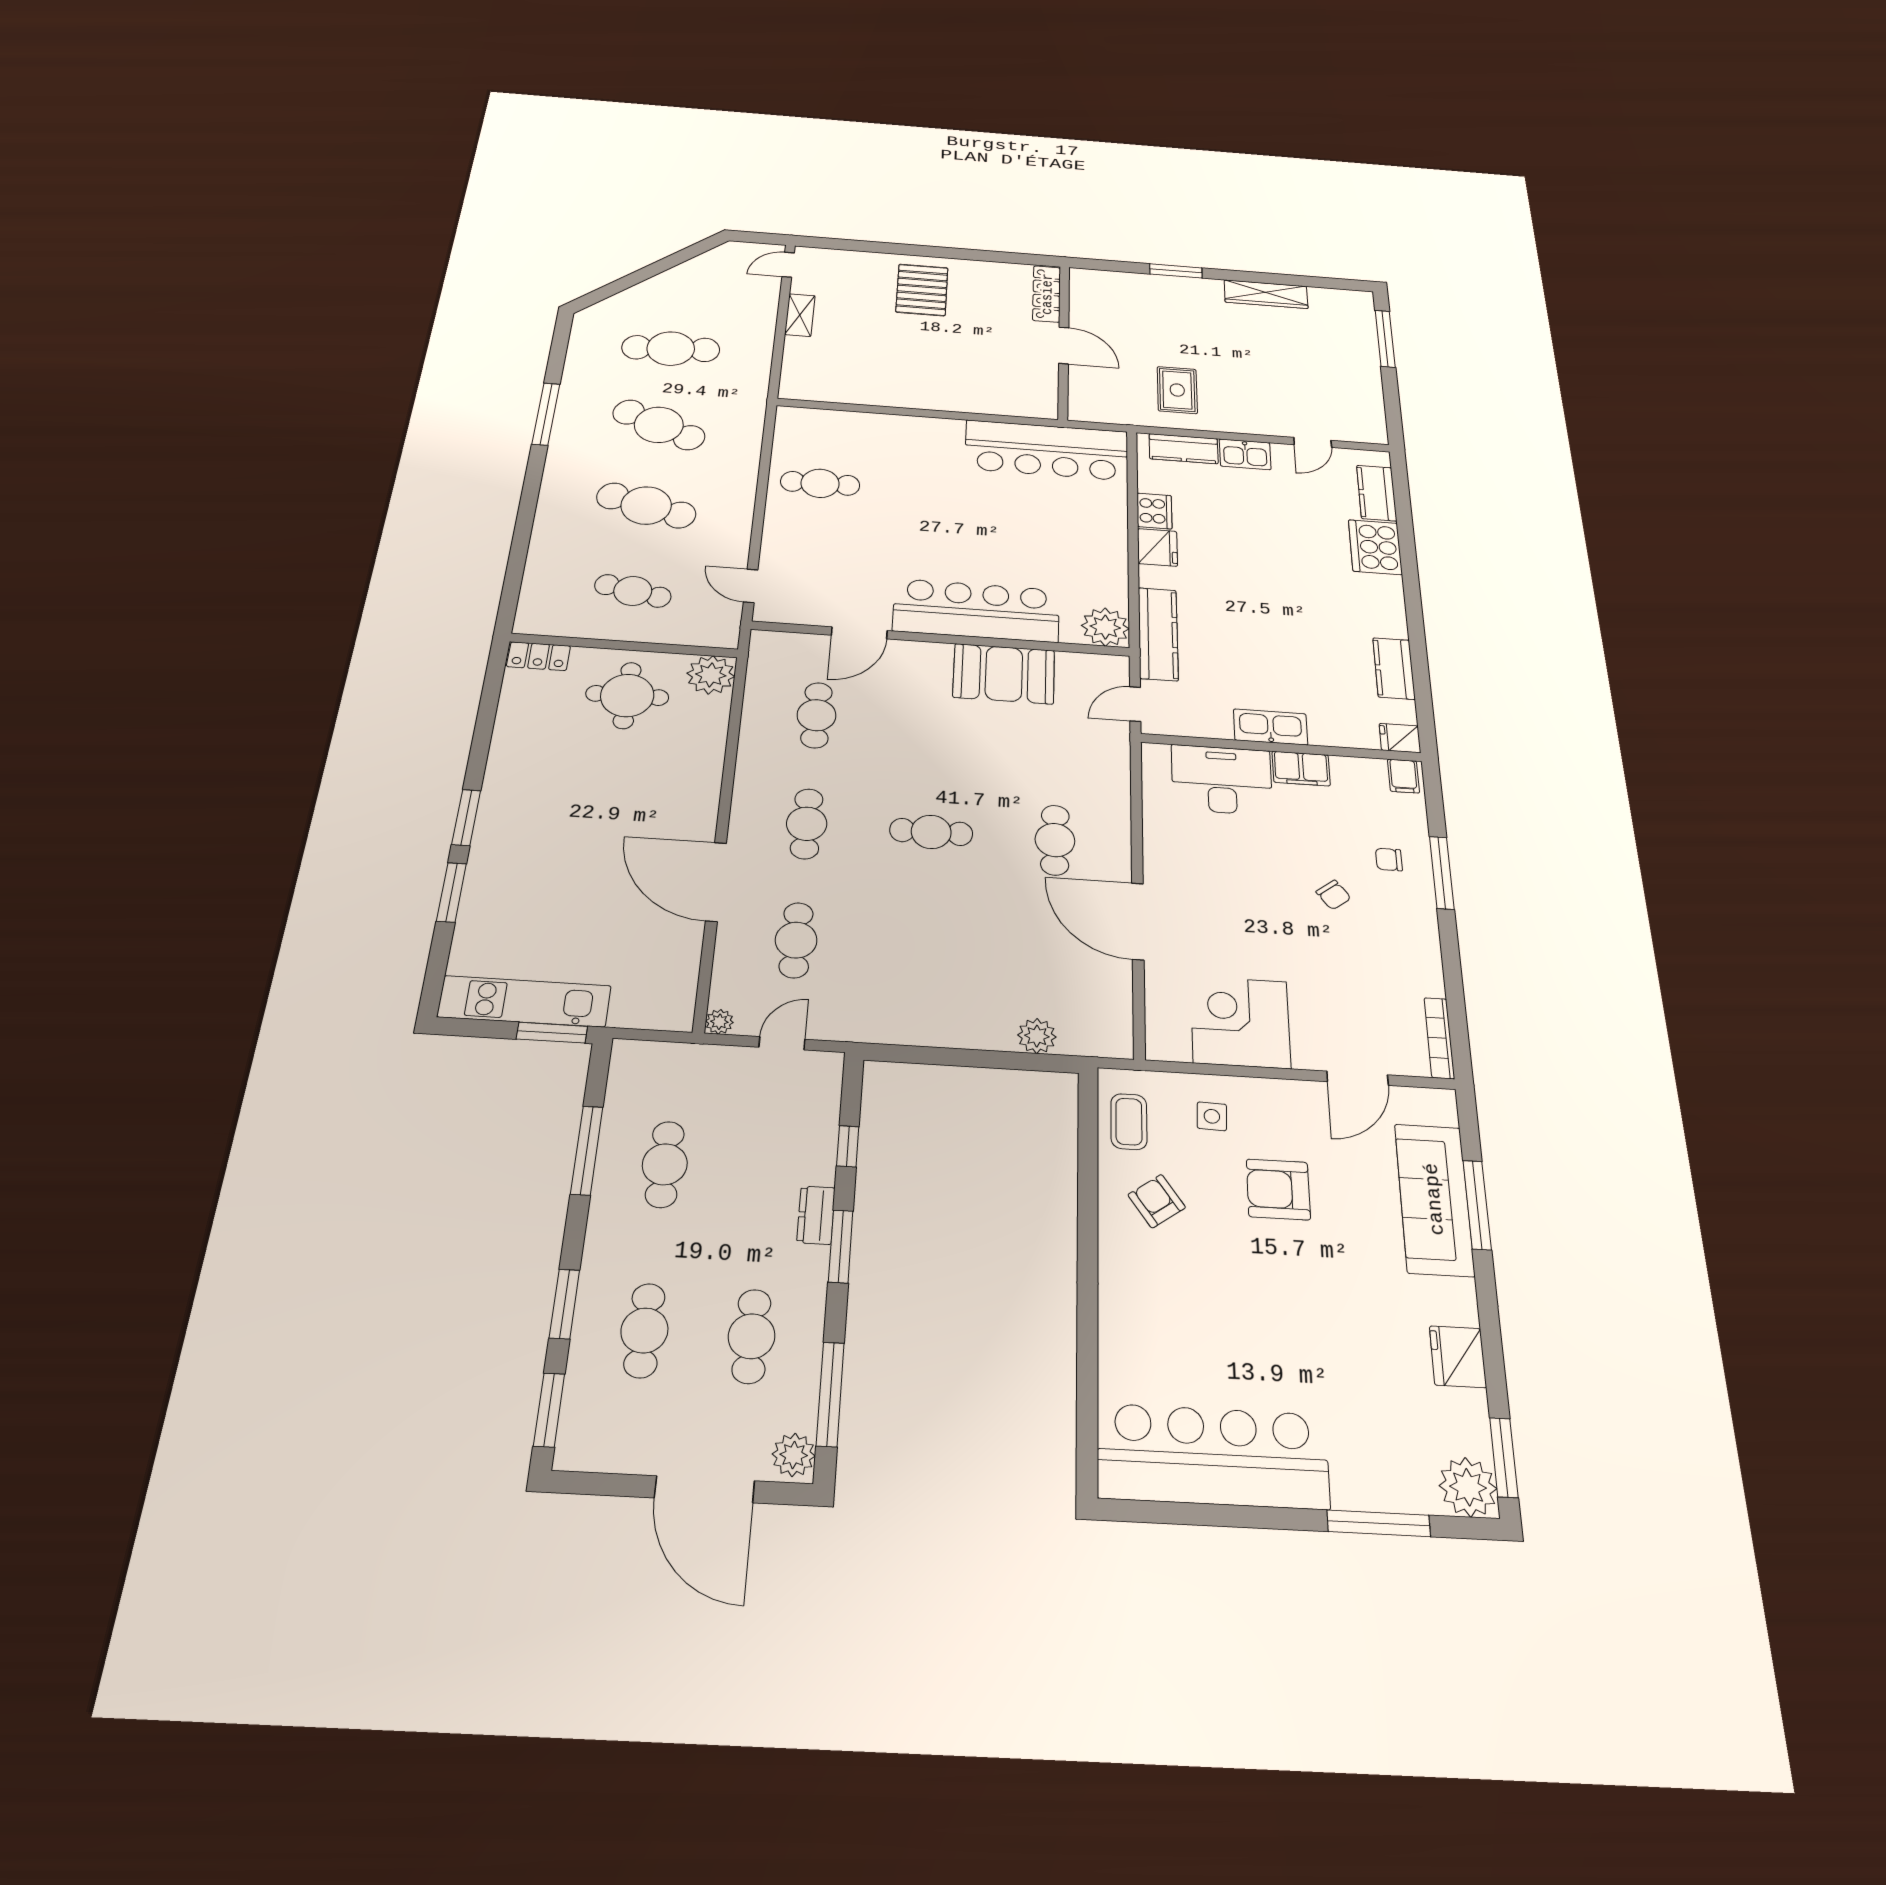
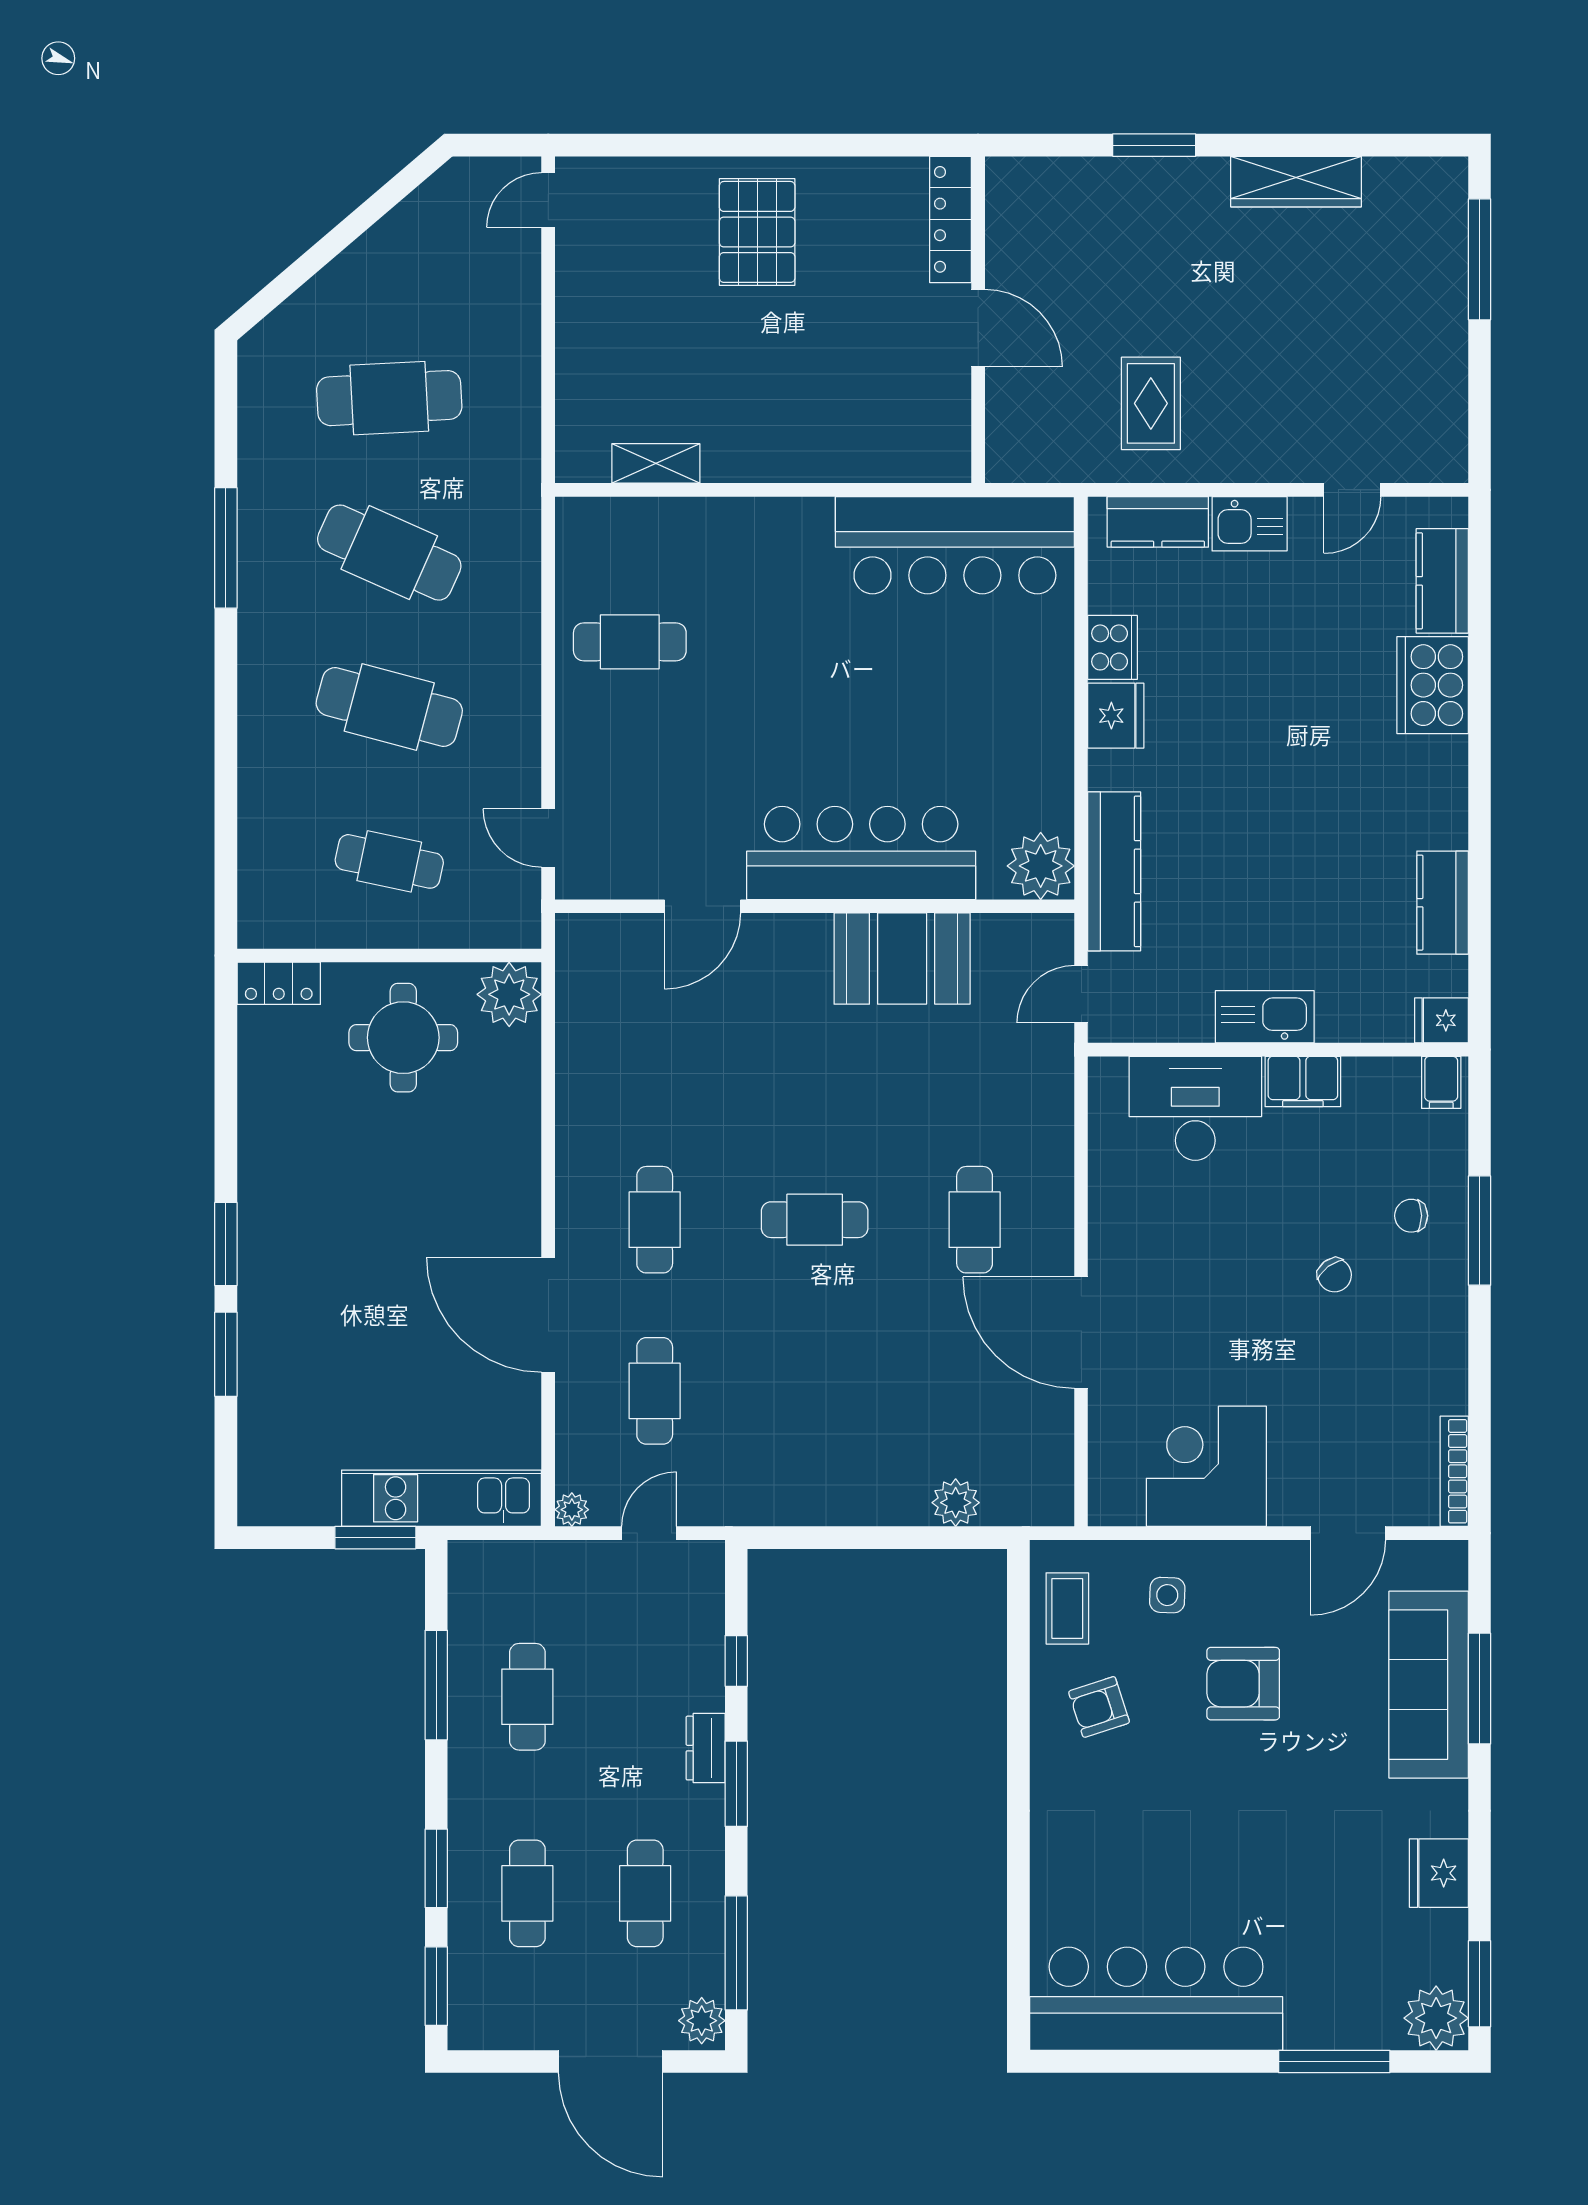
shelving: (800, 315) -> (656, 463), moved, turned 90
cafe table: (817, 715) -> (655, 1049), removed
kitchen unit: (524, 1001) -> (442, 1498), moved
armchair: (1157, 1201) -> (1099, 1707), turned -73

